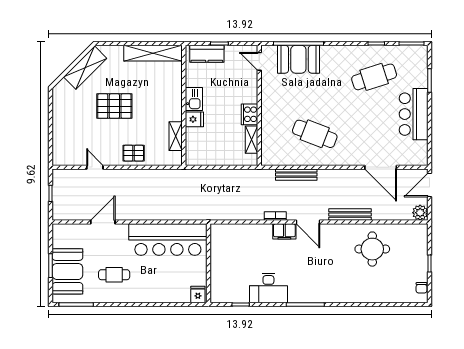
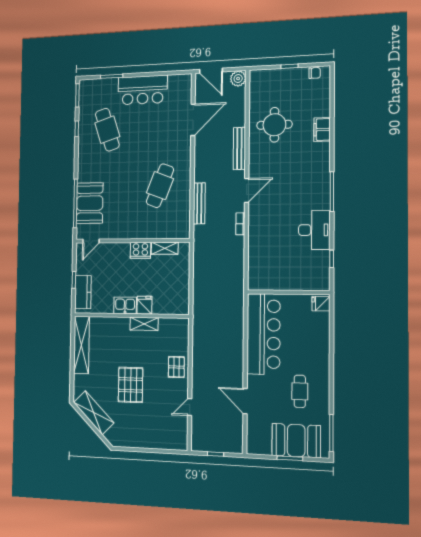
shelving: (176, 136) -> (144, 324), moved
filing cabinet: (284, 231) -> (322, 129), moved, turned 180

